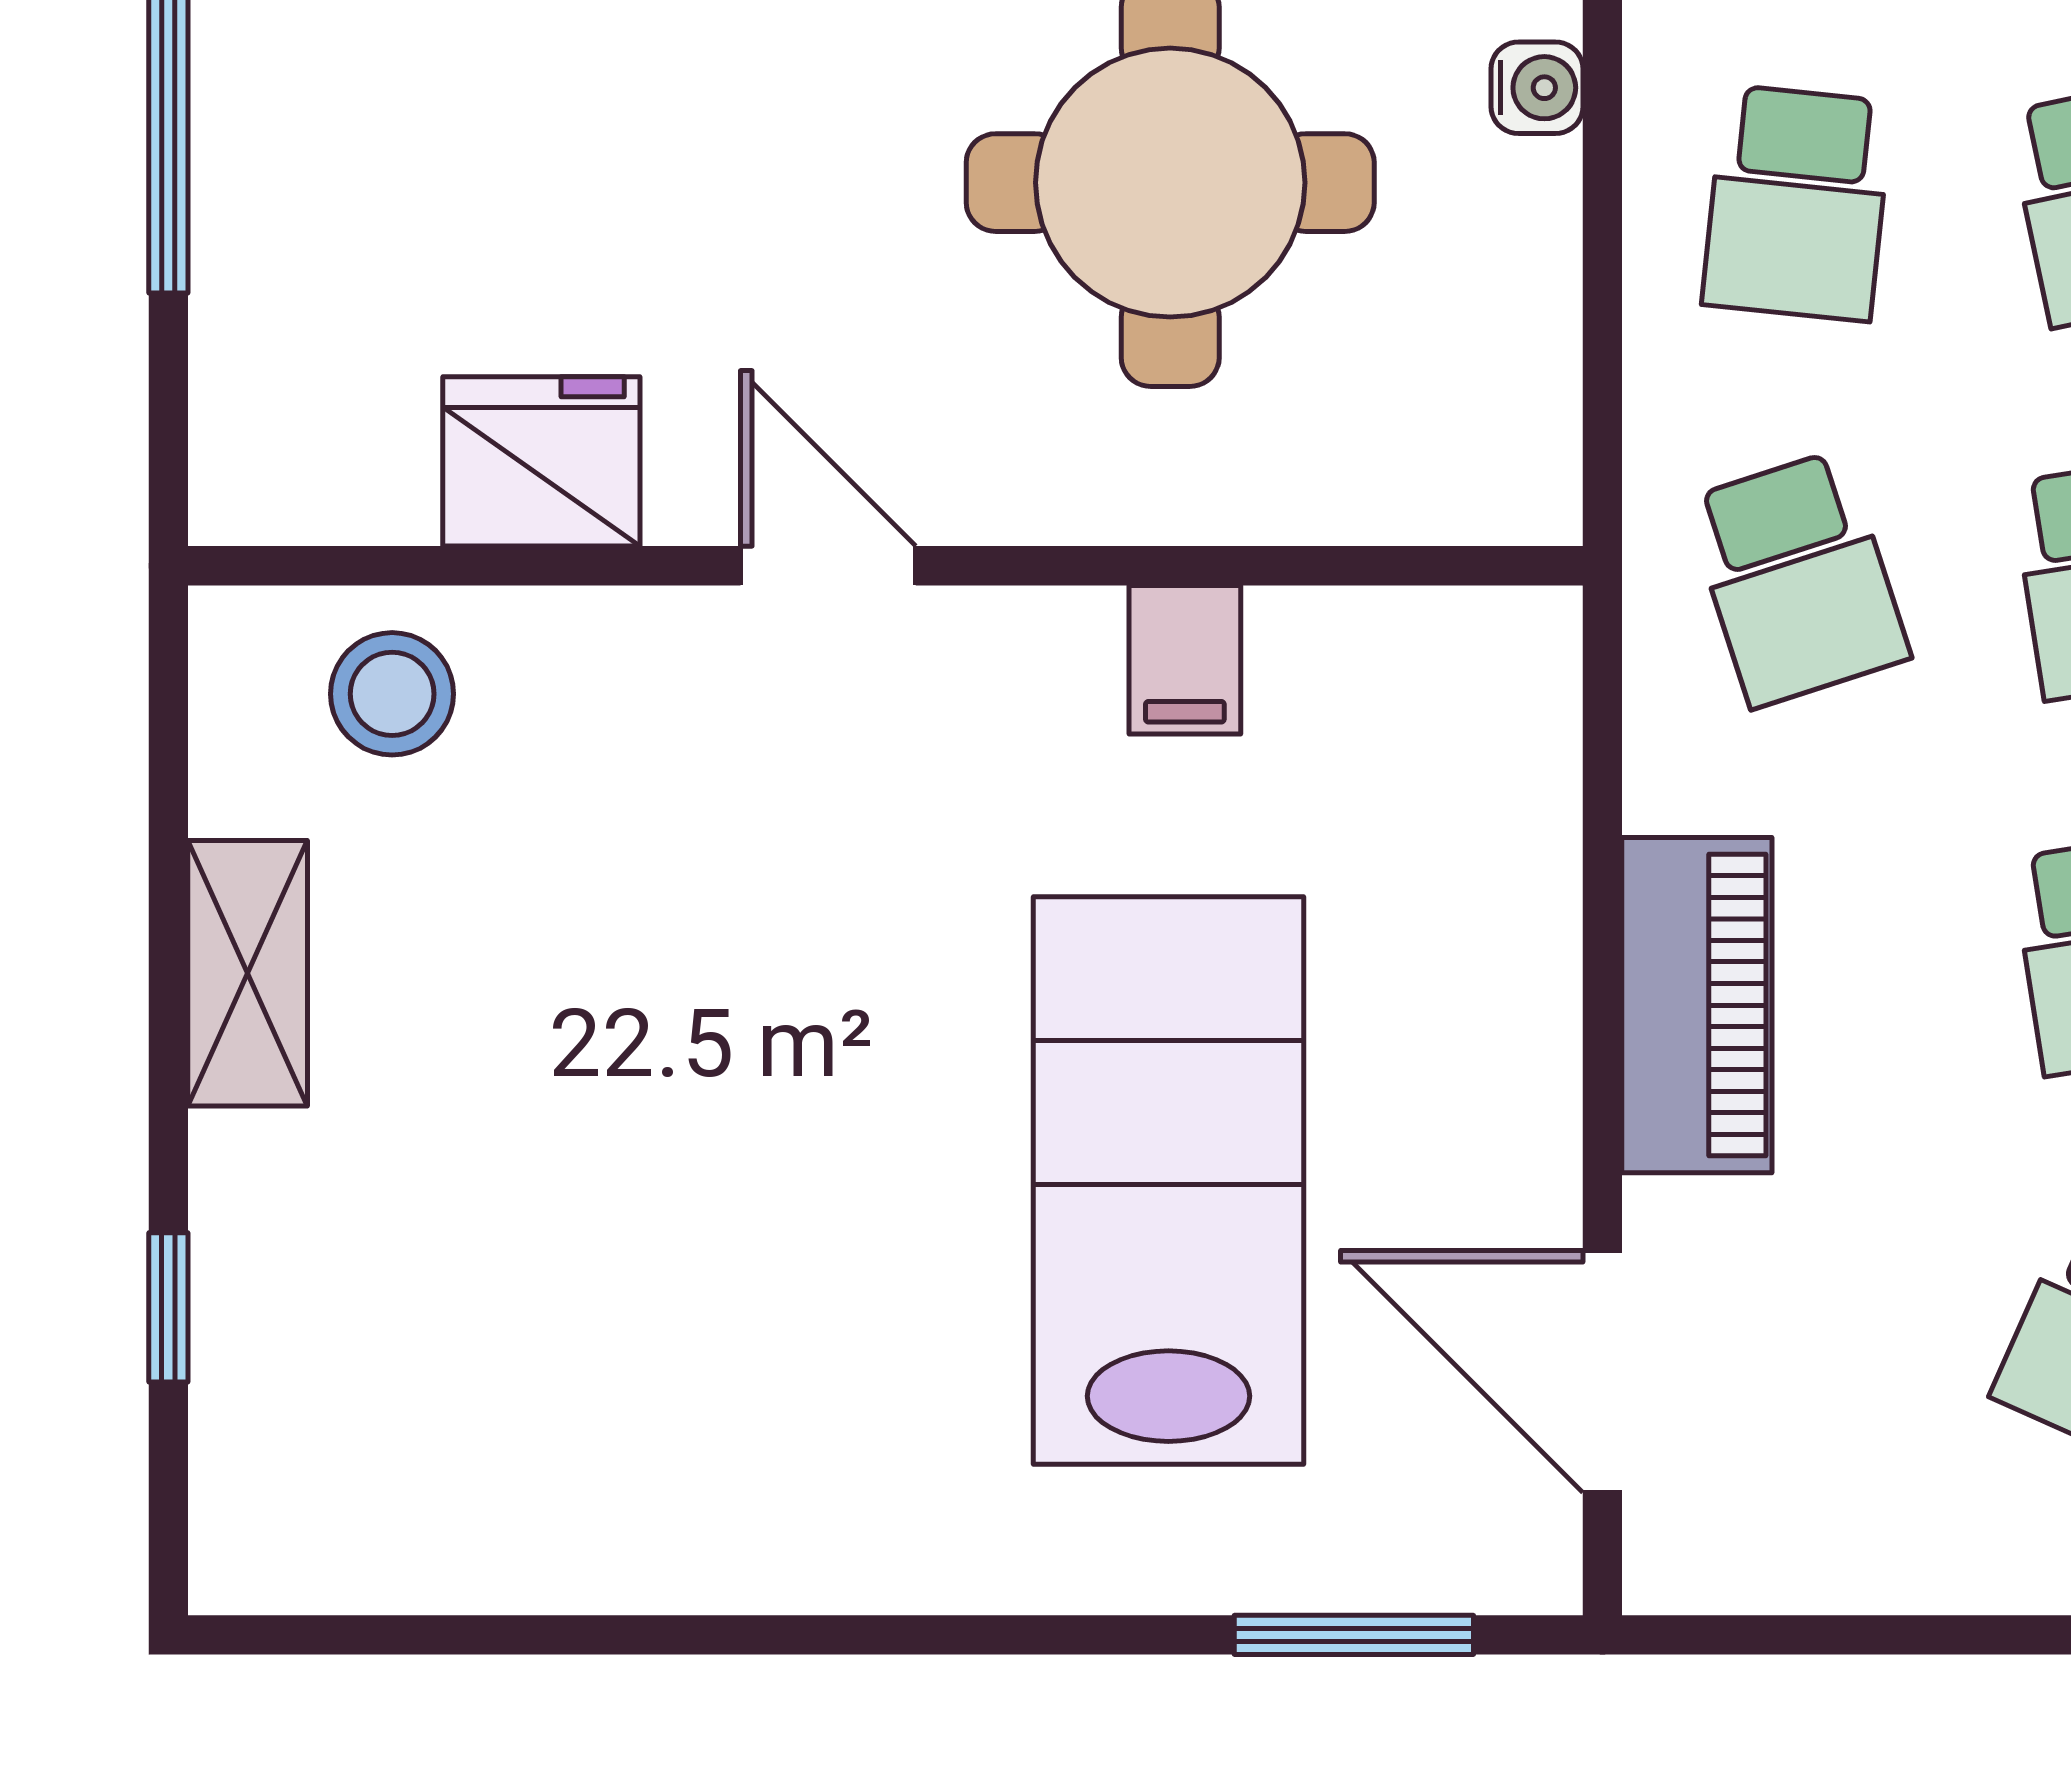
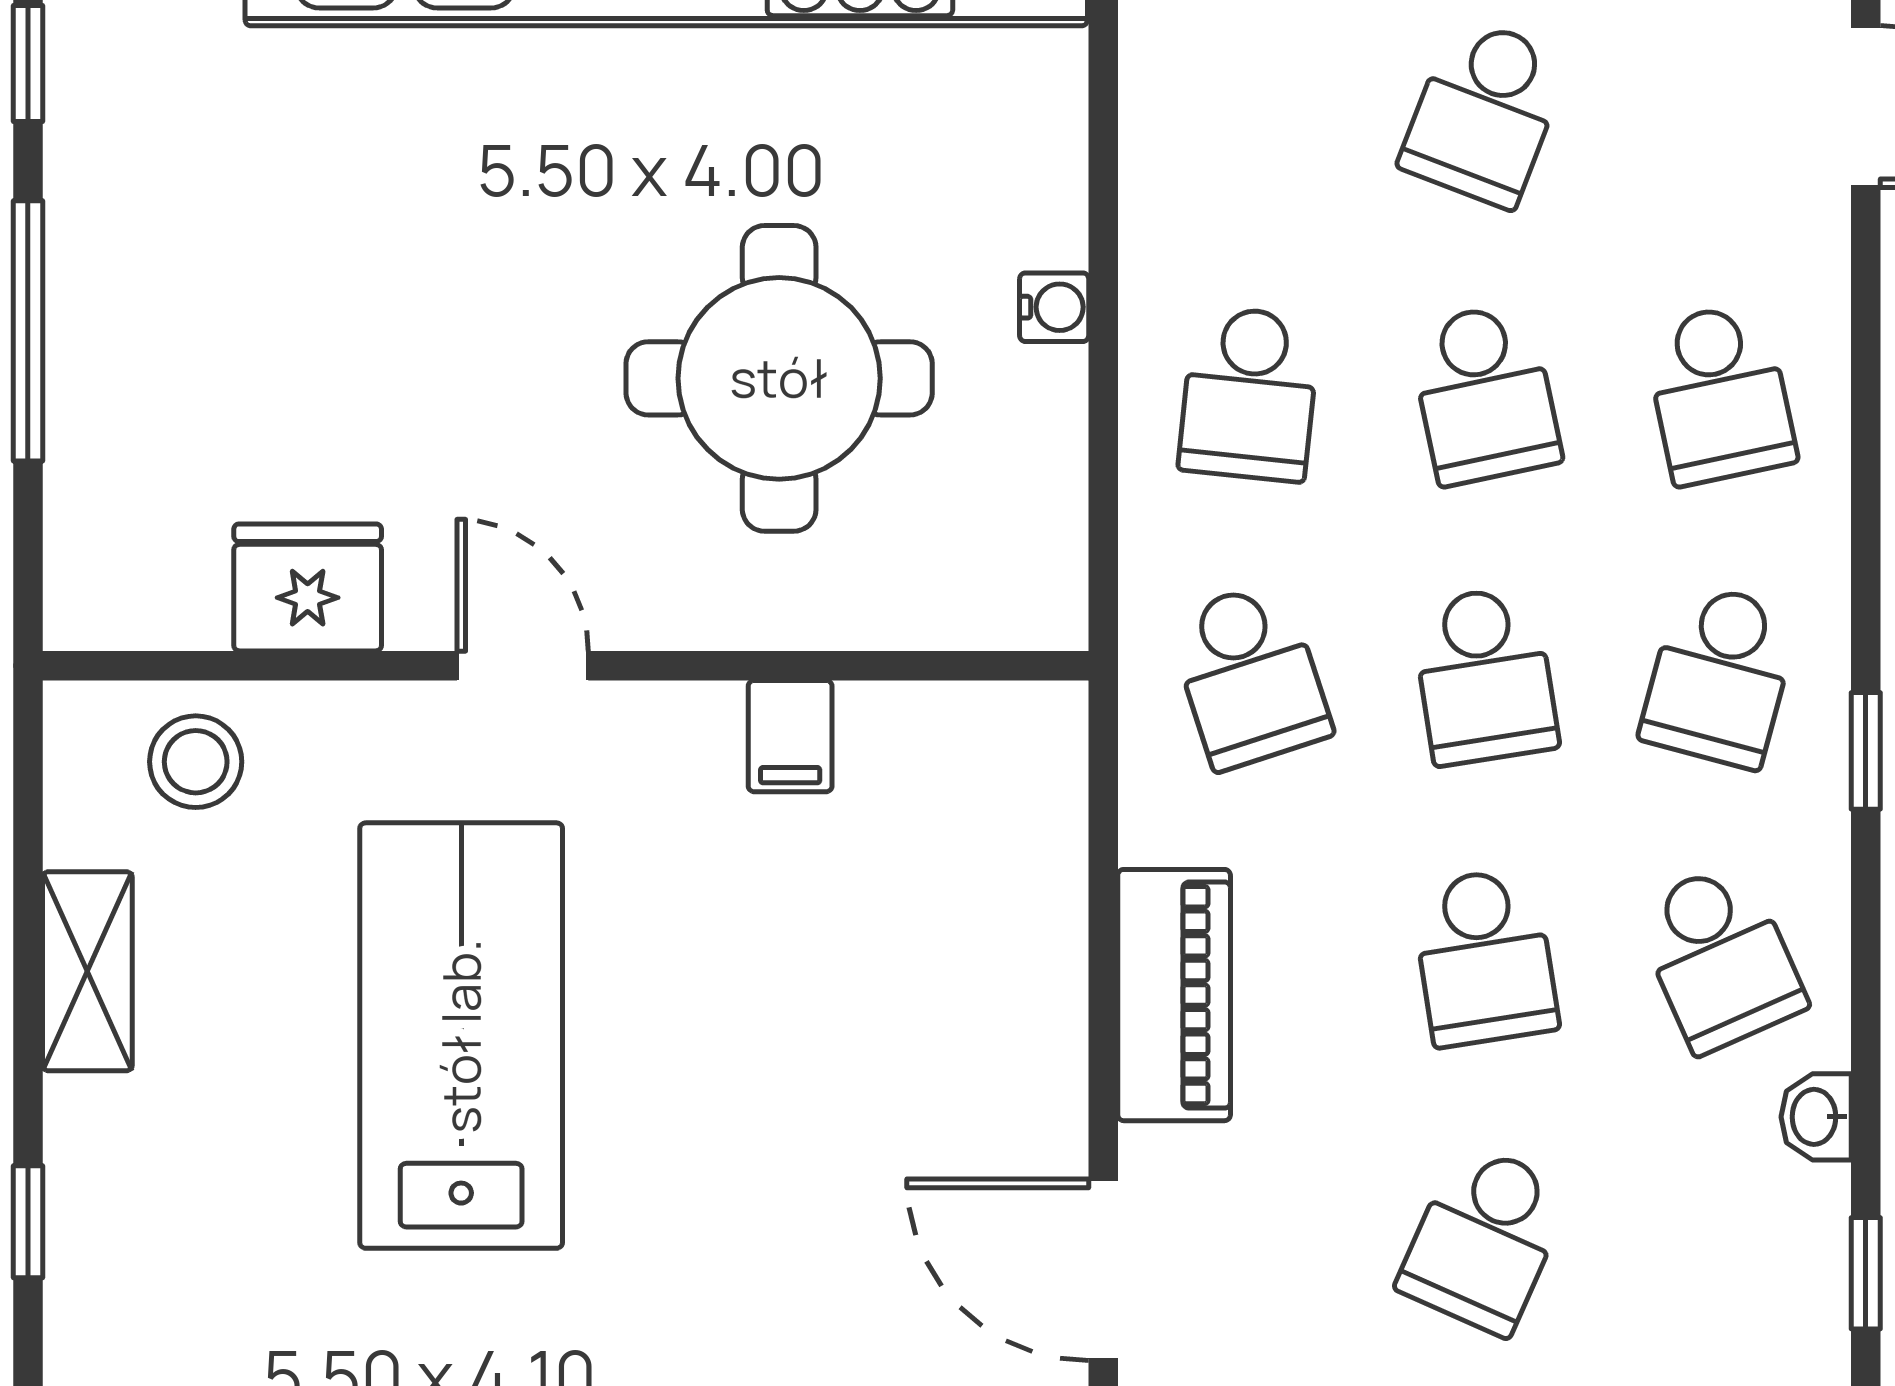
lab bench: (1168, 1180) -> (461, 1036), moved

